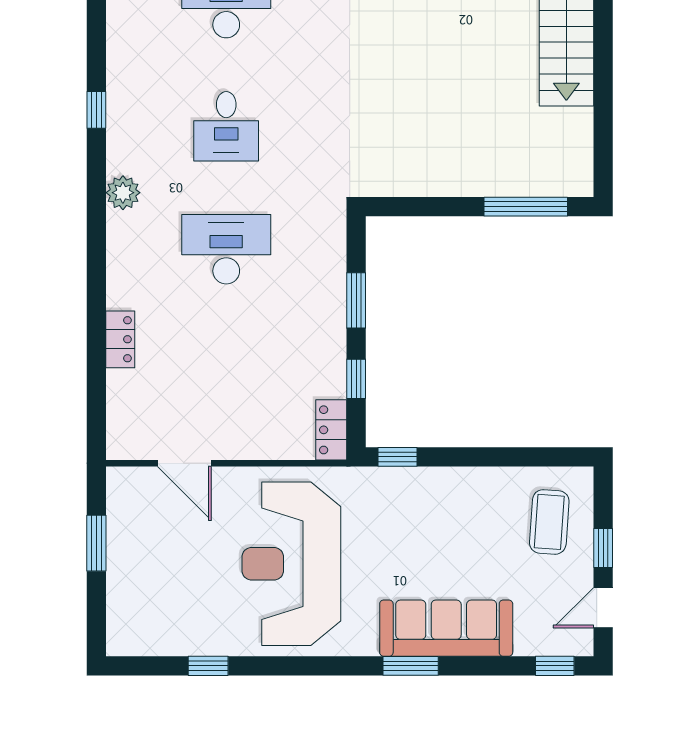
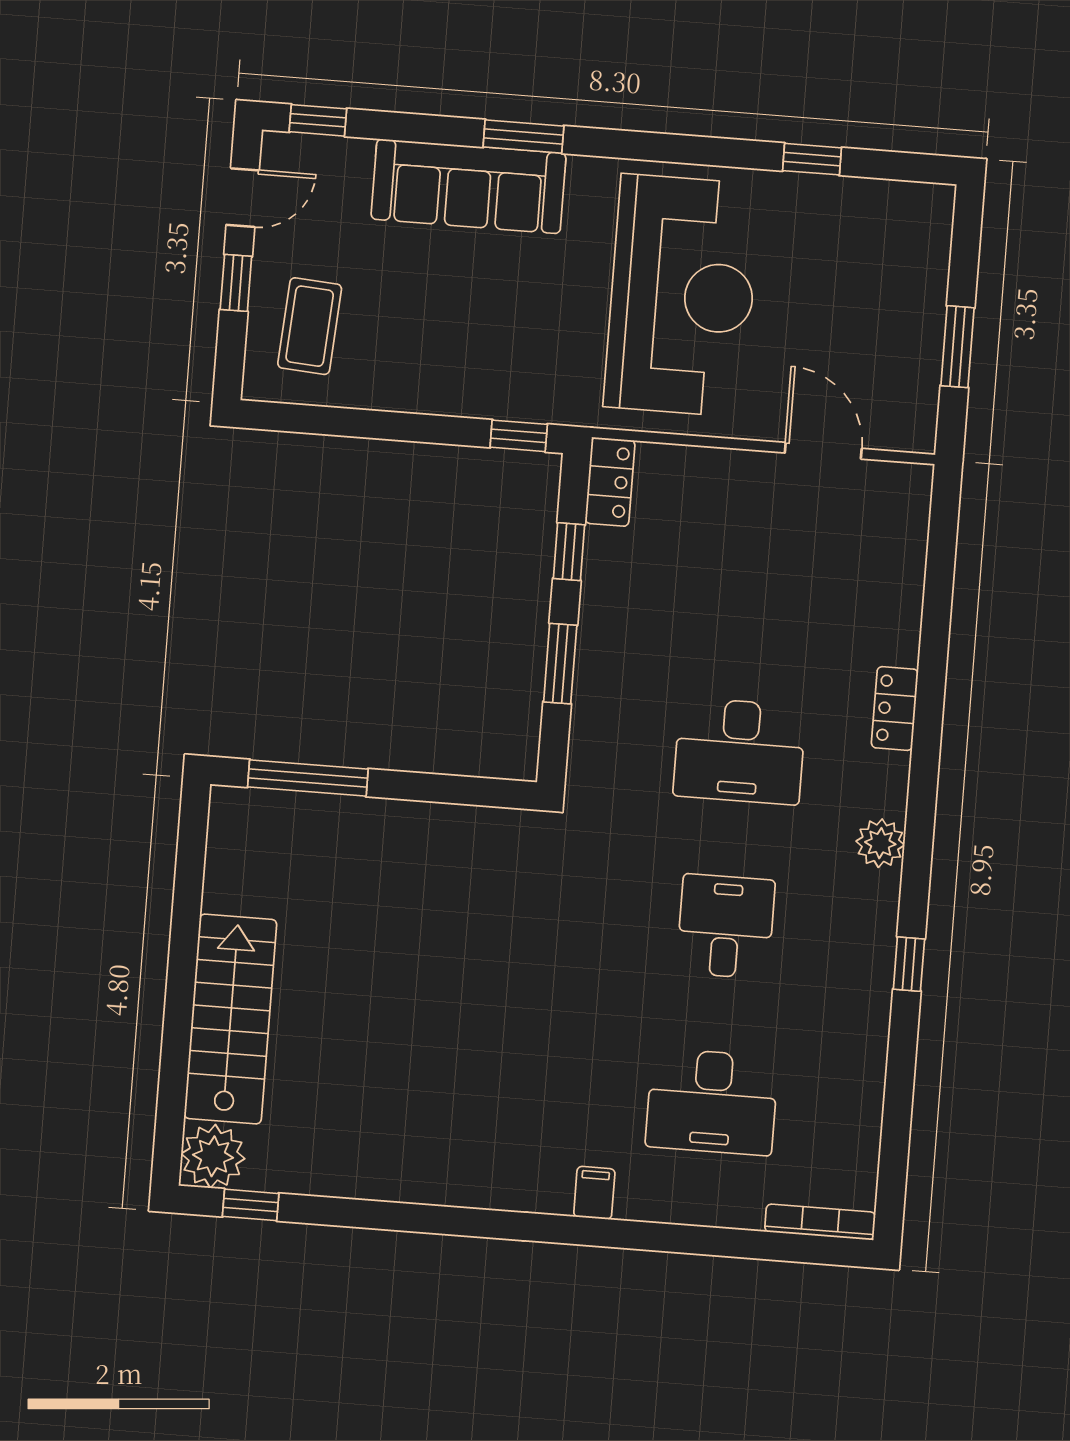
locker: (120, 339) -> (895, 708), moved

